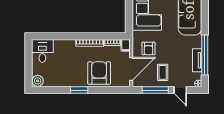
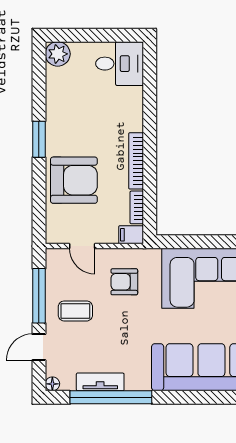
door: (131, 69) -> (82, 246), width x0.53

